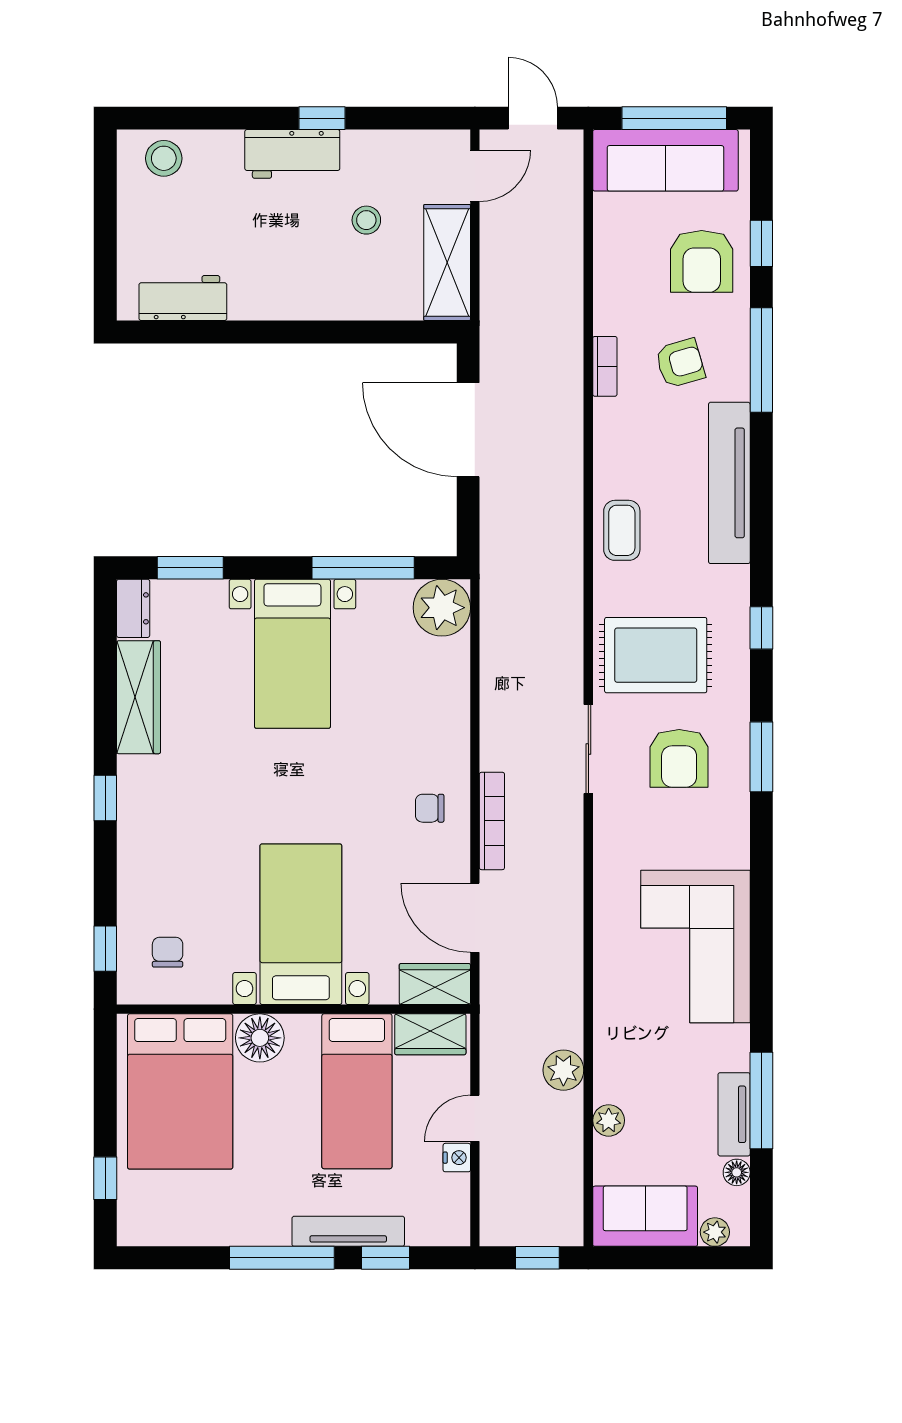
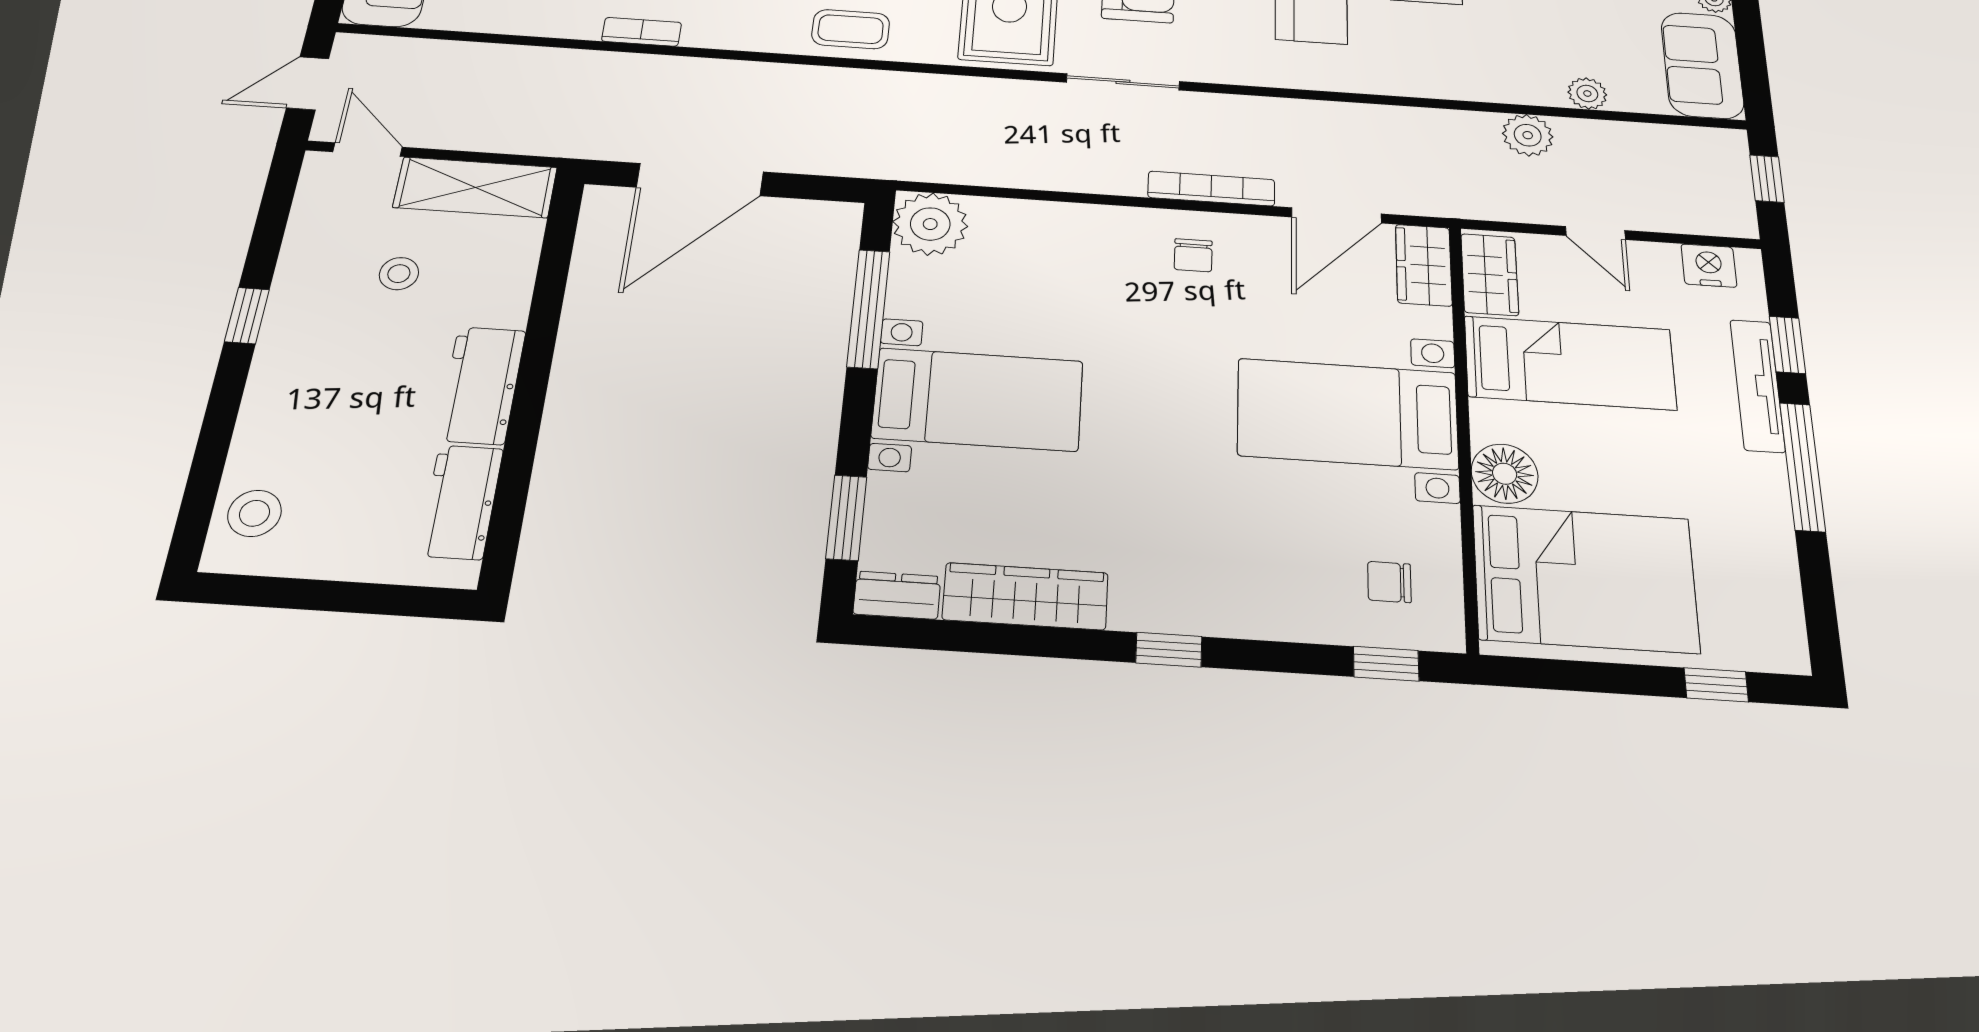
workbench: (292, 154) -> (481, 385), moved, turned 180
nightstand: (457, 1158) -> (1709, 266), moved, width x1.39, depth x1.35

